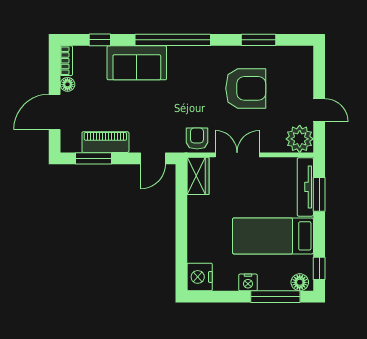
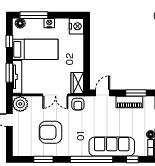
sofa: (137, 63) -> (112, 147), width x1.36
window: (319, 268) -> (9, 41), moved

